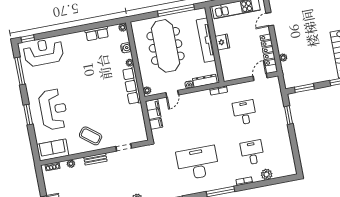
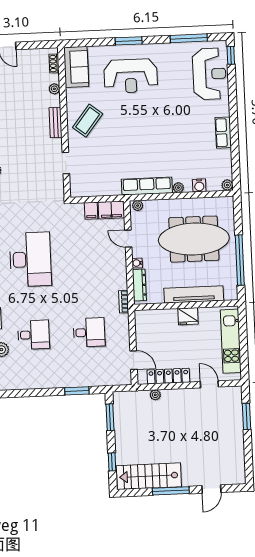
row of seats: (97, 34) -> (223, 133), moved

